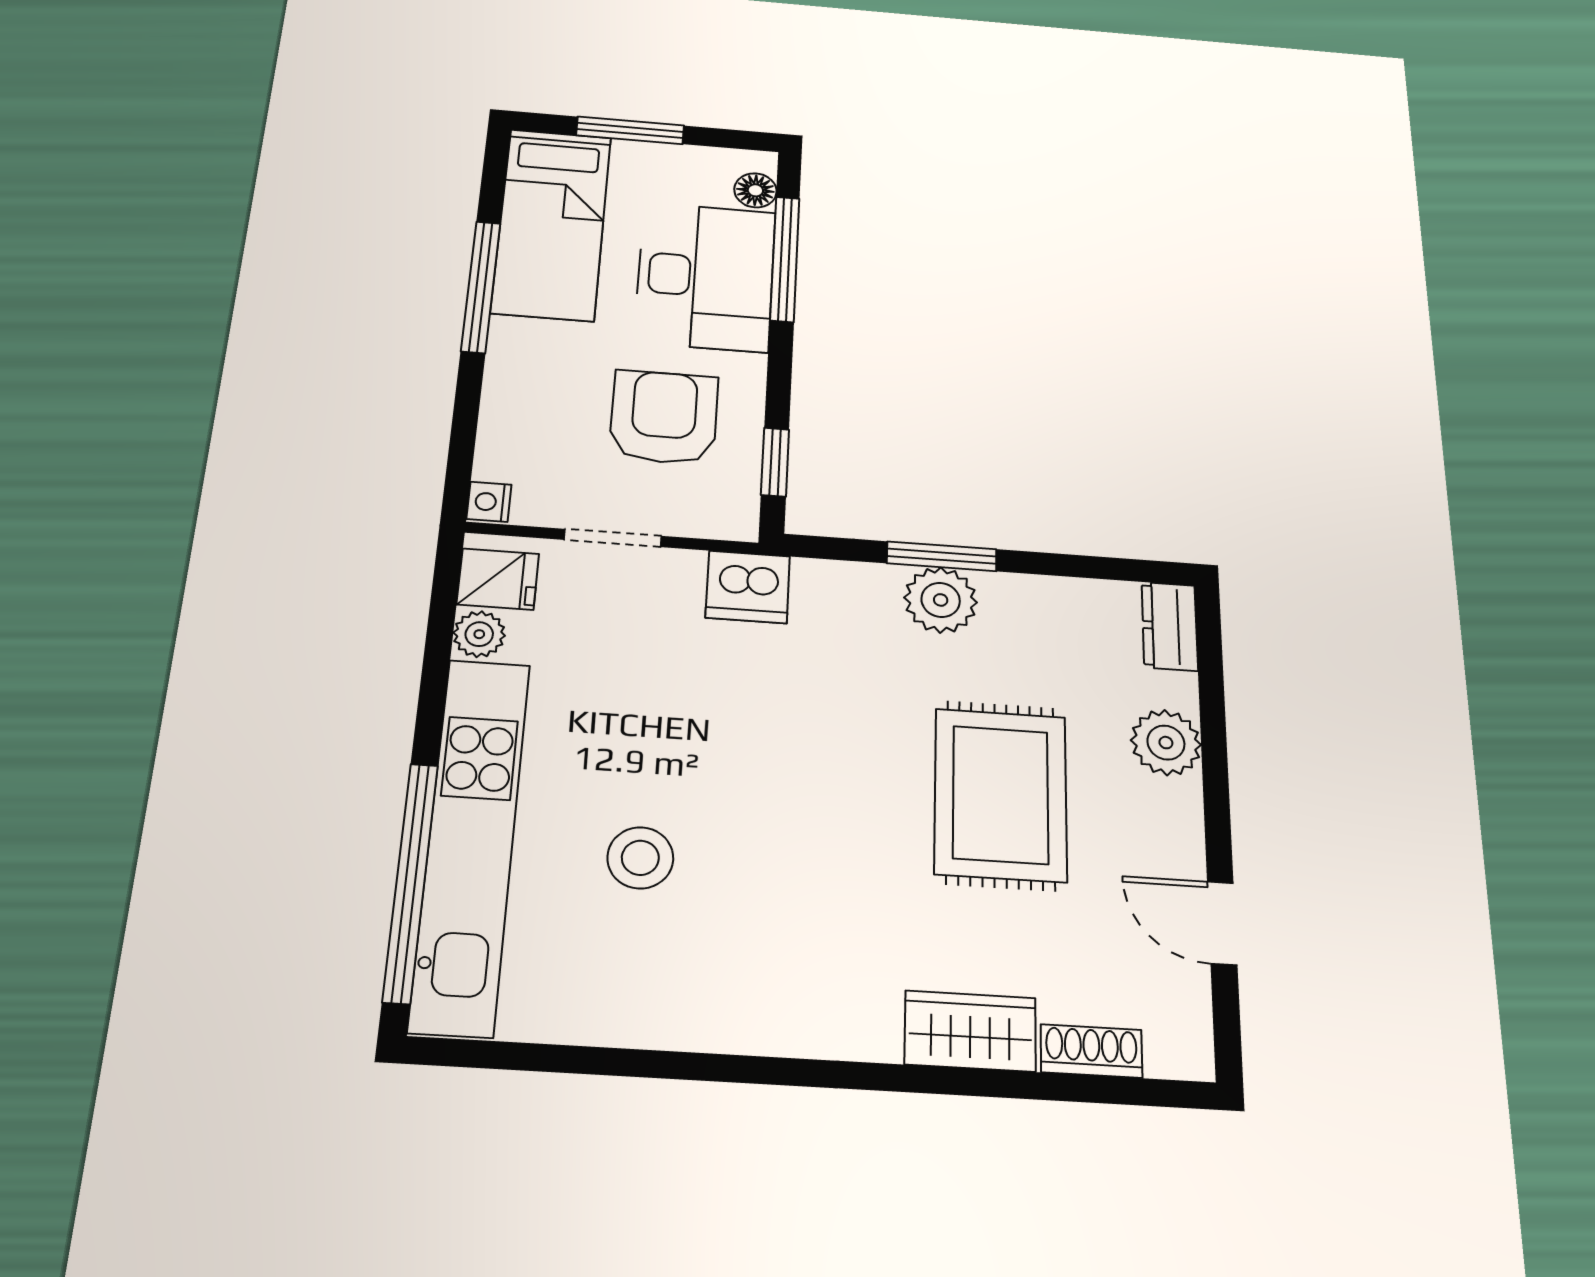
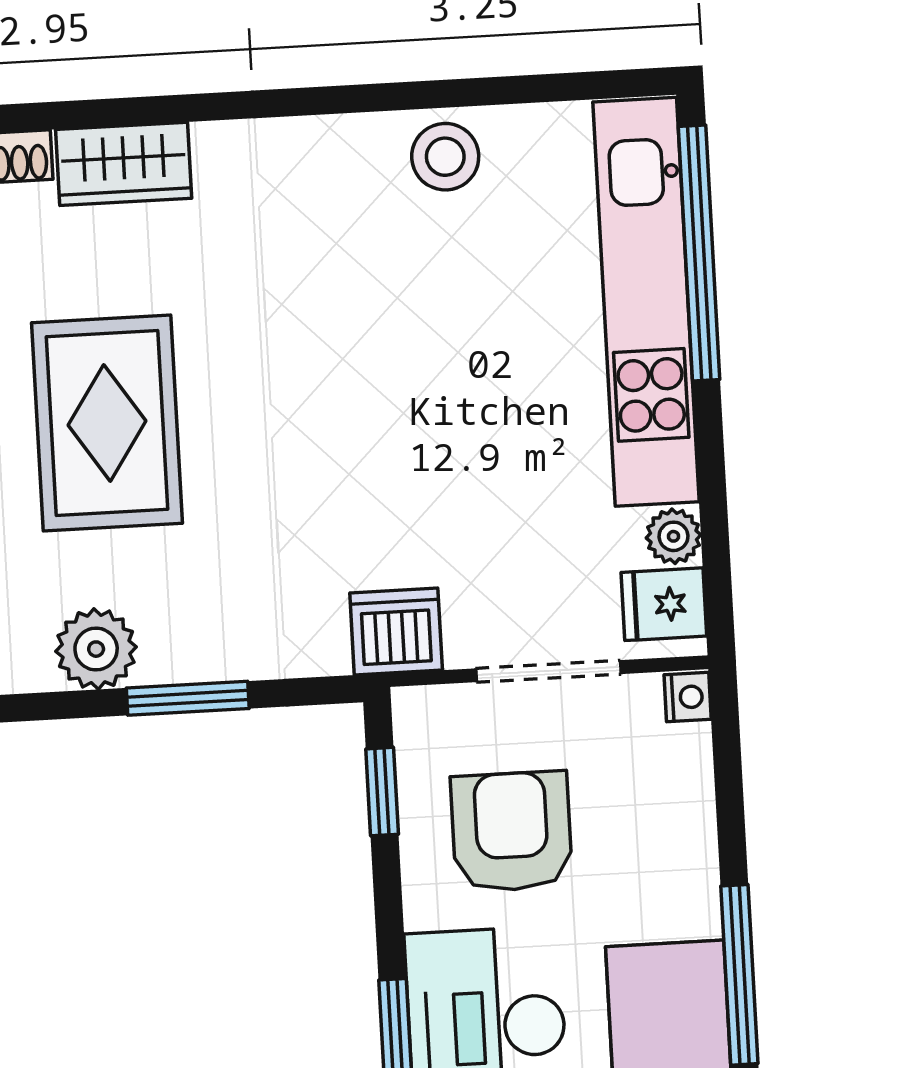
armchair: (664, 417) -> (511, 832), turned 180
doorway: (613, 538) -> (548, 671), width x1.38
plant: (941, 600) -> (96, 649), moved
stool: (640, 858) -> (445, 157), moved

